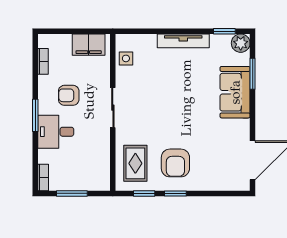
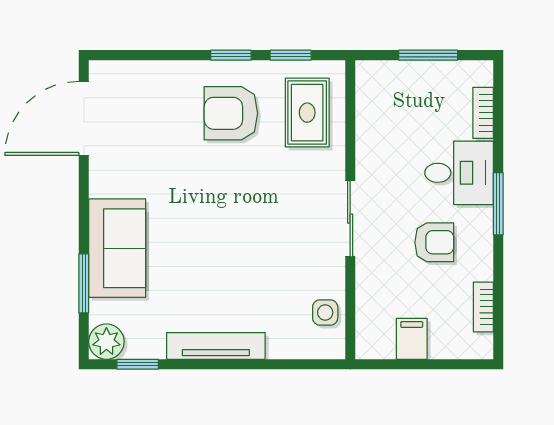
filing cabinet: (89, 45) -> (412, 339), width x0.50
armchair: (175, 163) -> (231, 113), turned -90
bookcase: (43, 177) -> (483, 113), moved

